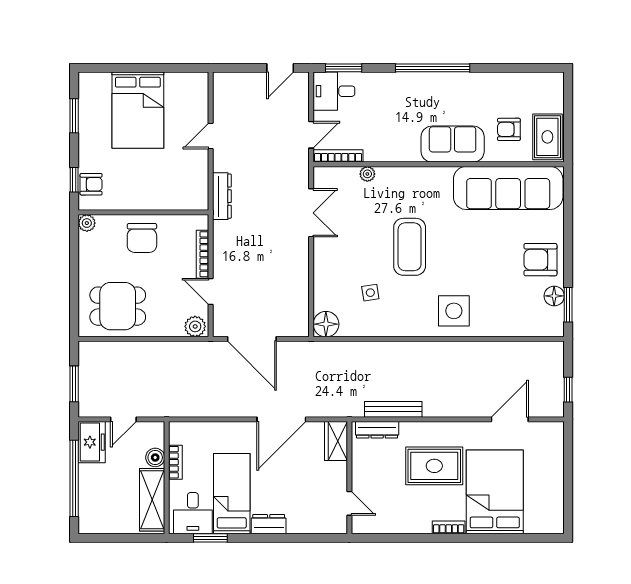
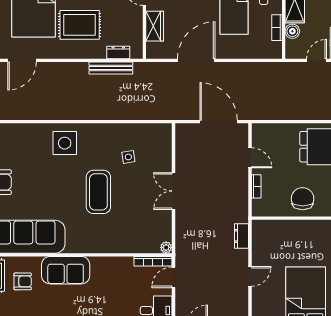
plant: (367, 174) -> (166, 247), moved
dresser: (222, 196) -> (242, 236), width x0.70
double door: (311, 213) -> (173, 191), moved
bookcase: (203, 254) -> (256, 186), width x0.64
floor lamp: (326, 324) -> (162, 133), removed
plant: (195, 326) -> (262, 131), removed
dresser: (377, 430) -> (118, 52), width x0.70
wardrobe: (336, 441) -> (155, 26), moved

